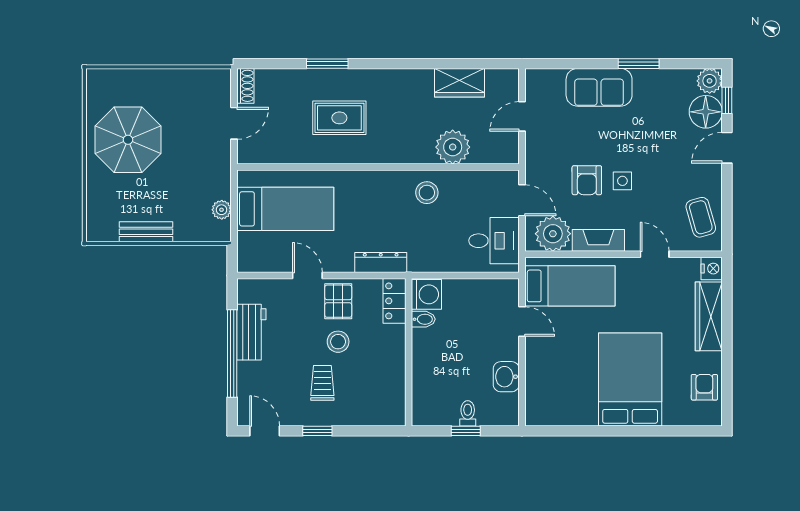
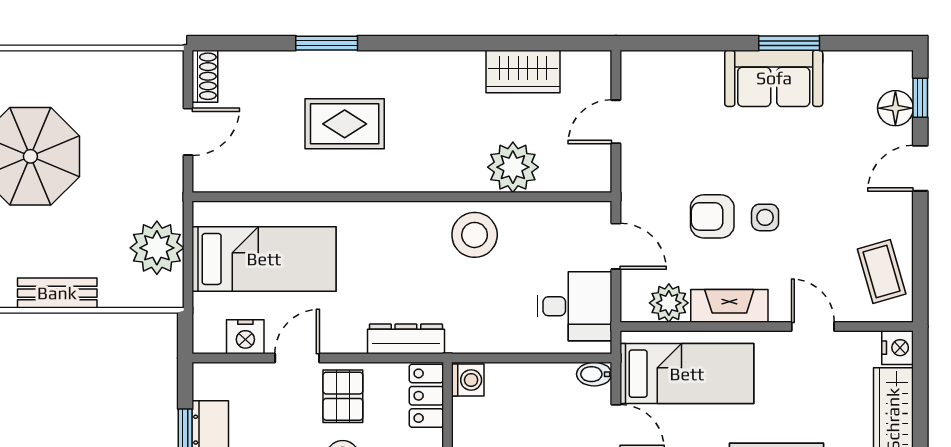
plant: (710, 81) -> (895, 69), removed
sofa: (599, 87) -> (774, 78), moved
floor lamp: (706, 112) -> (895, 108), width x0.73, depth x0.73
armchair: (587, 180) -> (712, 216), turned 90
stool: (427, 193) -> (475, 235), width x1.38, depth x1.38
plant: (222, 210) -> (157, 248), width x1.88, depth x1.88
plant: (553, 234) -> (669, 303), width x0.73, depth x0.73
nightstand: (273, 261) -> (245, 337), added
door: (307, 276) -> (297, 358), hinge flipped
washing machine: (426, 294) -> (468, 380), width x0.73, depth x0.73
bidet: (423, 319) -> (594, 374), moved, turned 180

